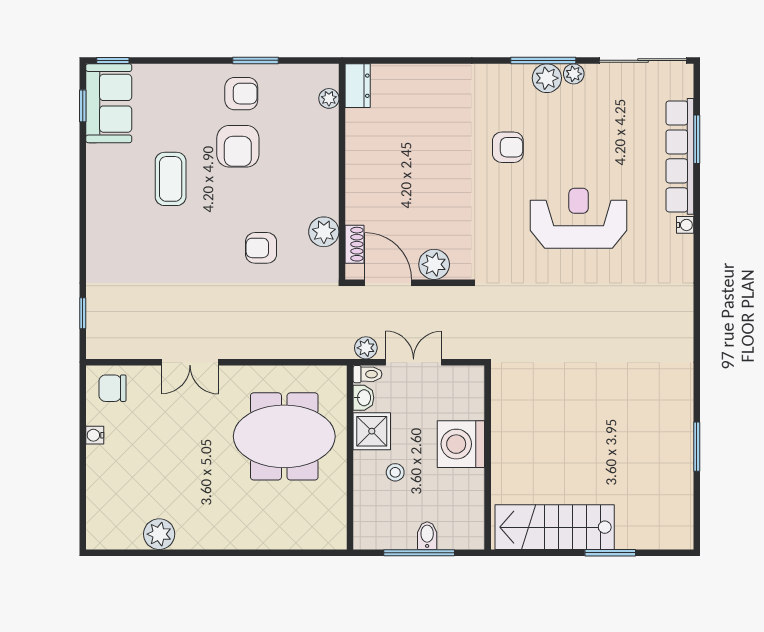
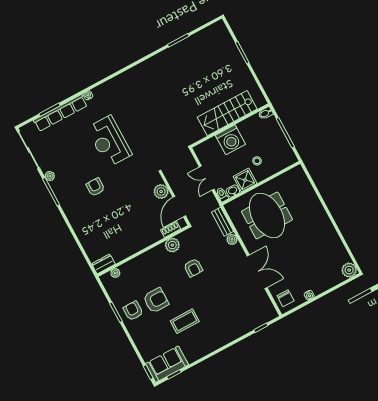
plant: (547, 78) -> (58, 186), removed
bench: (317, 348) -> (222, 222), added
plant: (366, 348) -> (232, 239), moved
double door: (190, 362) -> (257, 272), width x1.37
stairs: (555, 527) -> (227, 113), moved, turned 90
plant: (159, 534) -> (349, 270), moved
bidet: (427, 536) -> (266, 113), moved

